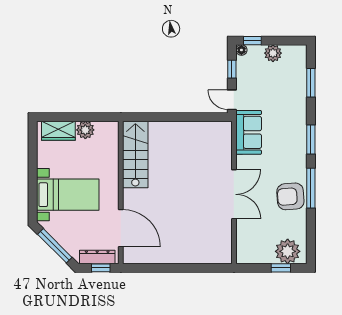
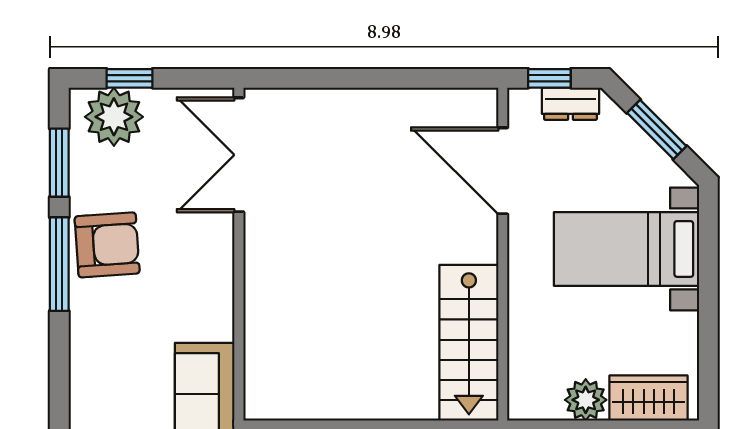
window: (311, 140) -> (59, 163), moved
double door: (234, 194) -> (239, 155), moved
window: (55, 246) -> (657, 130), width x0.69
dresser: (97, 257) -> (570, 104), width x0.70

